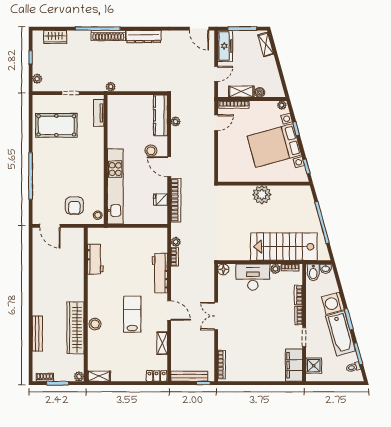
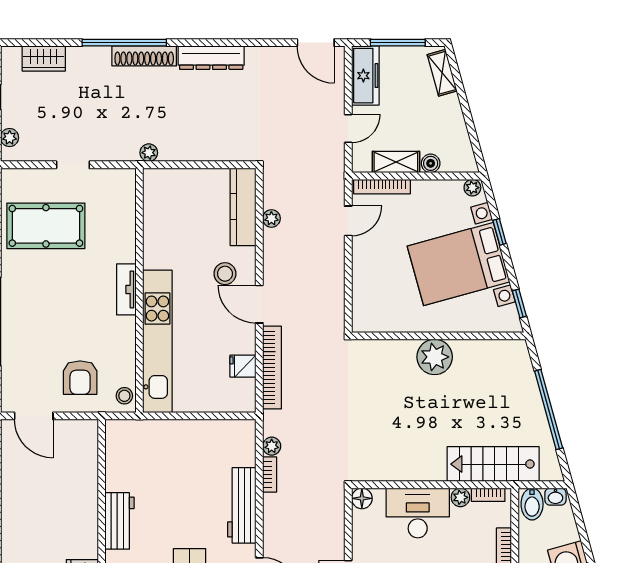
tv unit: (99, 113) -> (126, 289), moved
stairs: (284, 247) -> (493, 464), width x0.73, depth x0.66
workbench: (95, 259) -> (120, 521), moved

